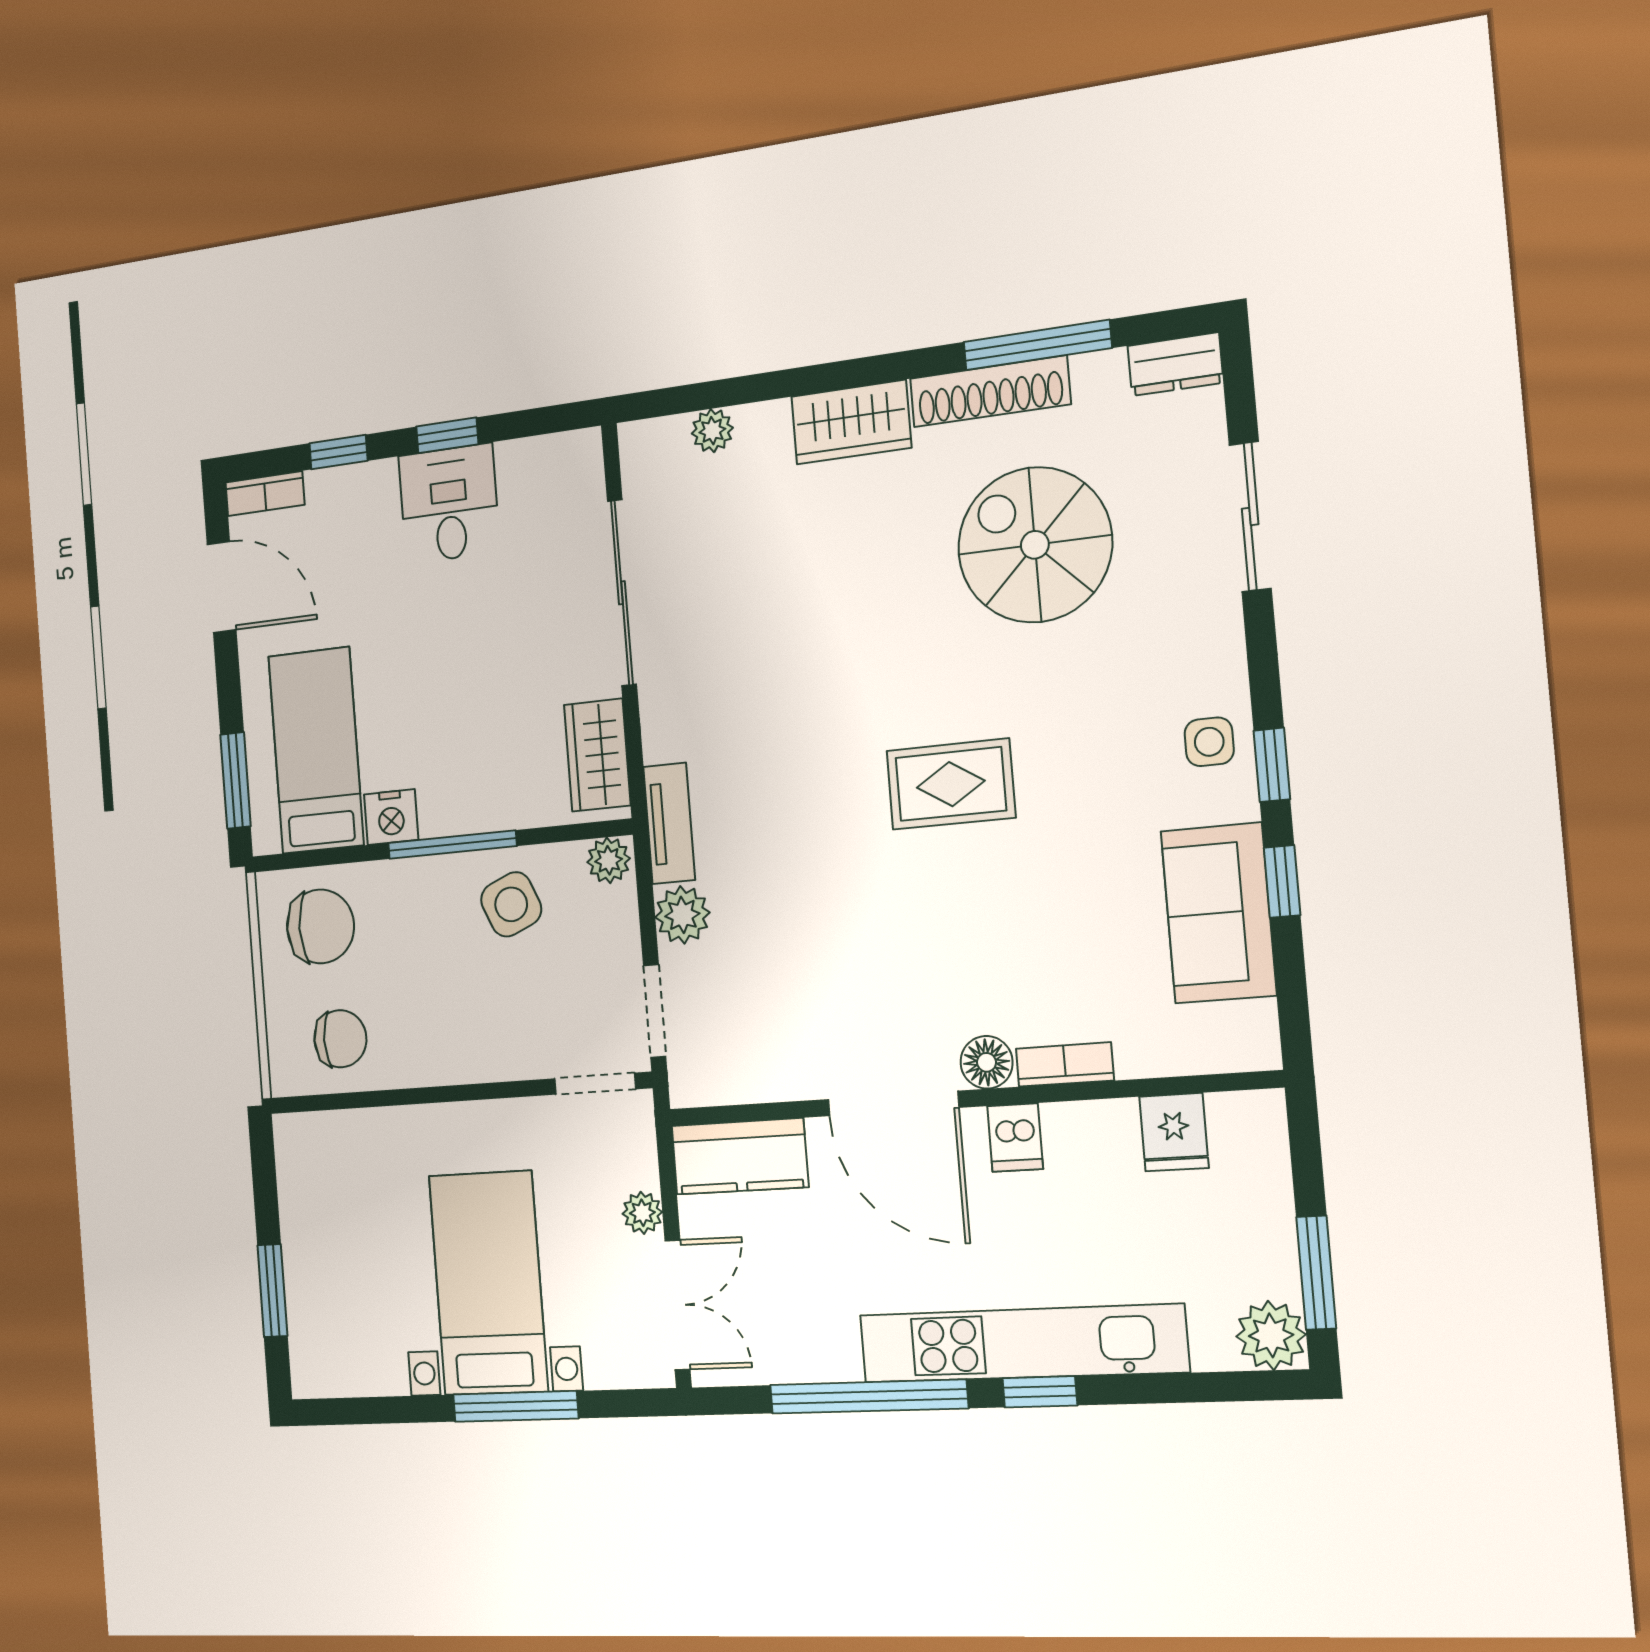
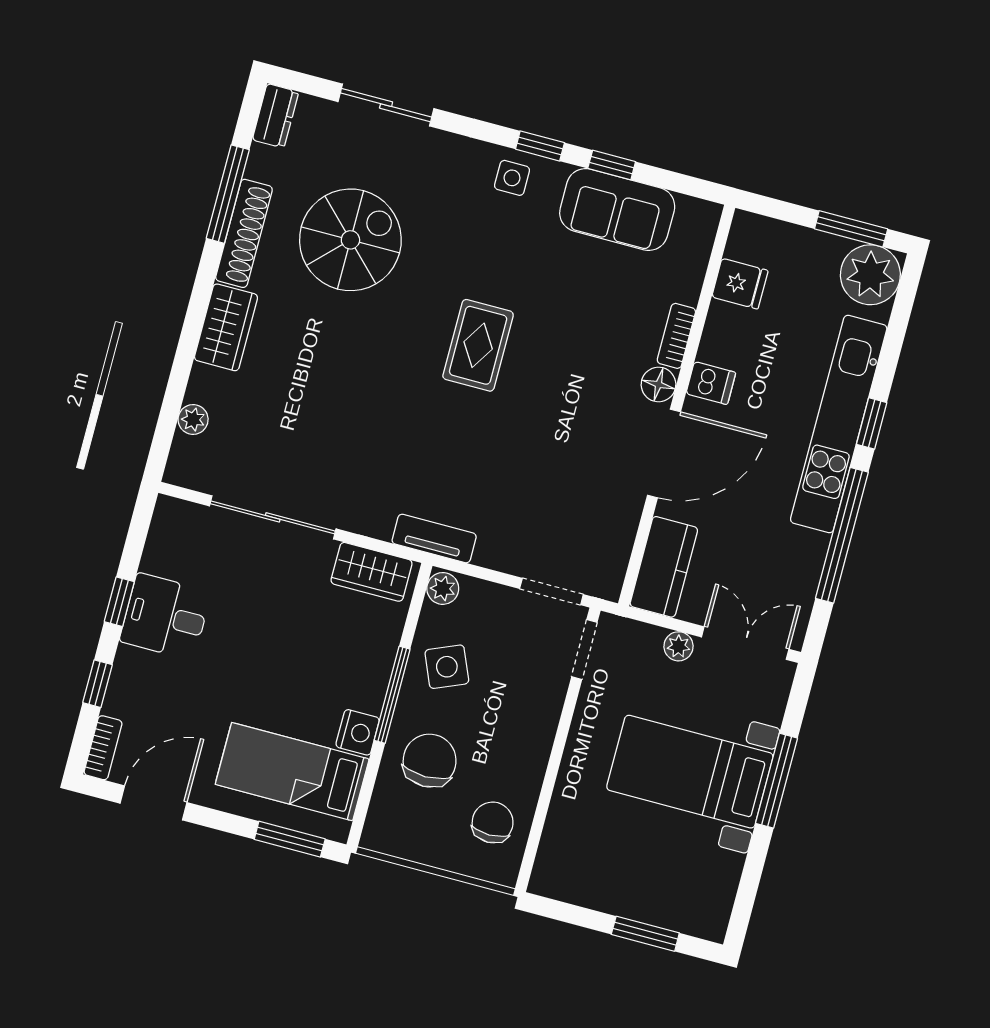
spiral stairs: (1035, 545) -> (350, 240), turned 180
plant: (682, 915) -> (496, 551), removed
chair: (320, 926) -> (430, 761), moved
plant: (1271, 1335) -> (870, 275), width x1.36, depth x1.36

